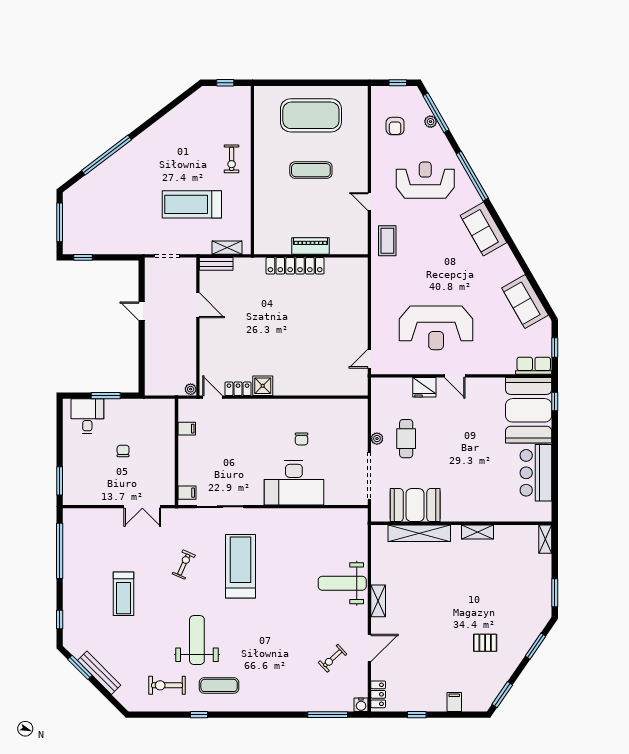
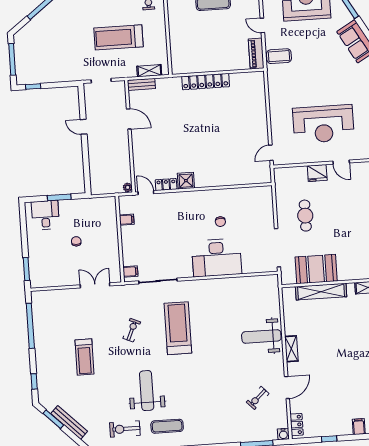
coffee table: (387, 241) -> (279, 56), turned 90
piano: (310, 246) -> (256, 54), moved, turned -90
plant: (377, 439) -> (282, 217), removed
double door: (142, 507) -> (95, 285), swing flipped

